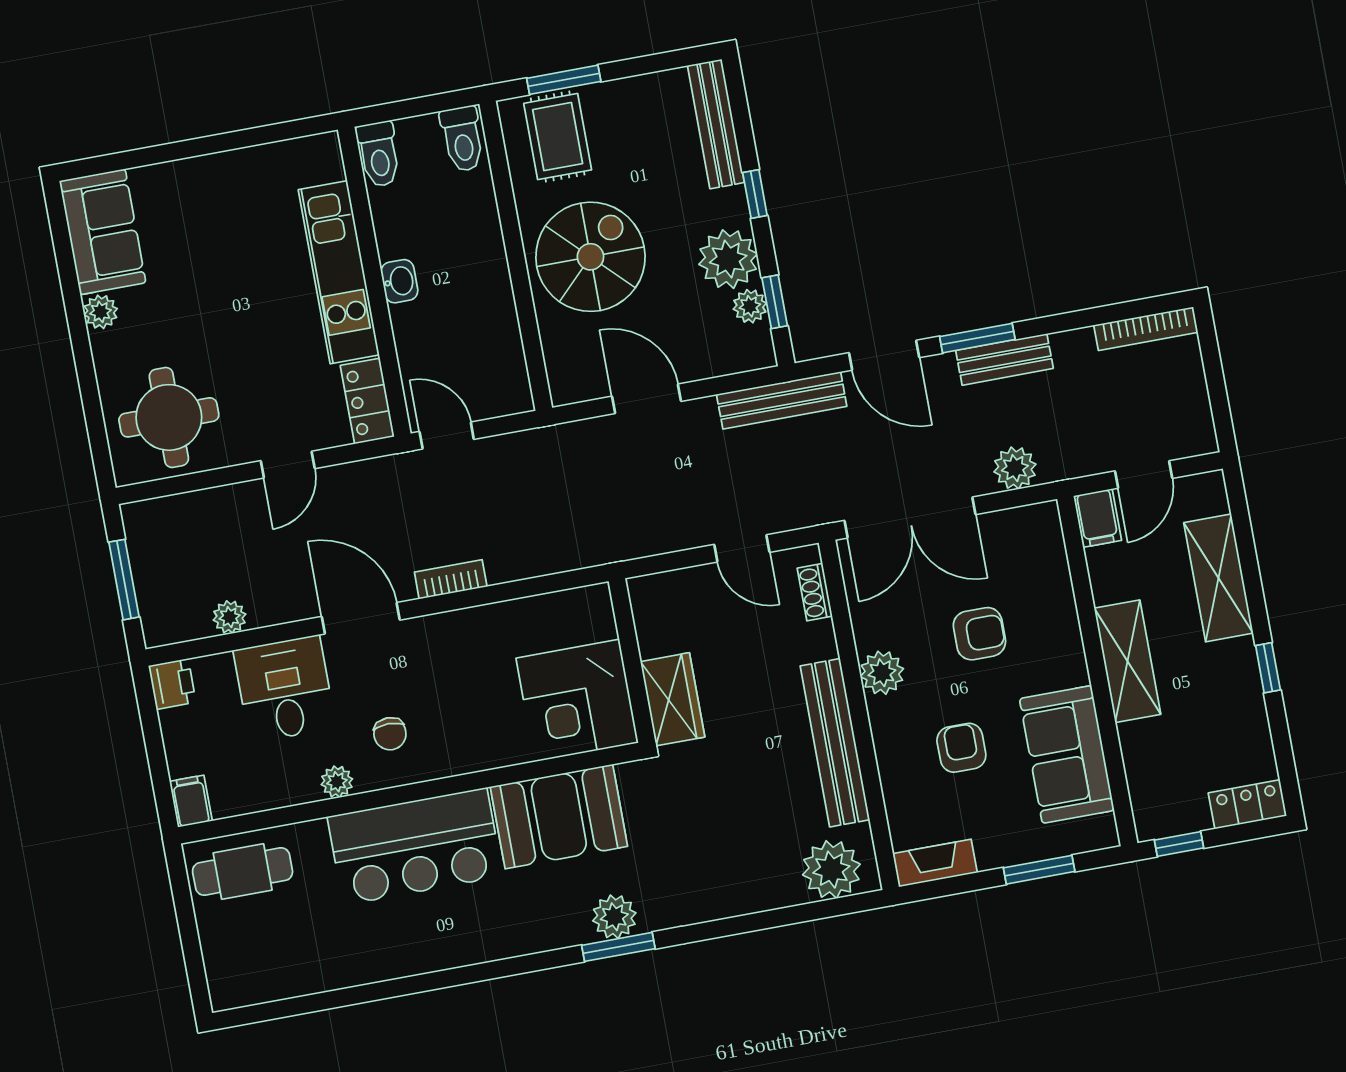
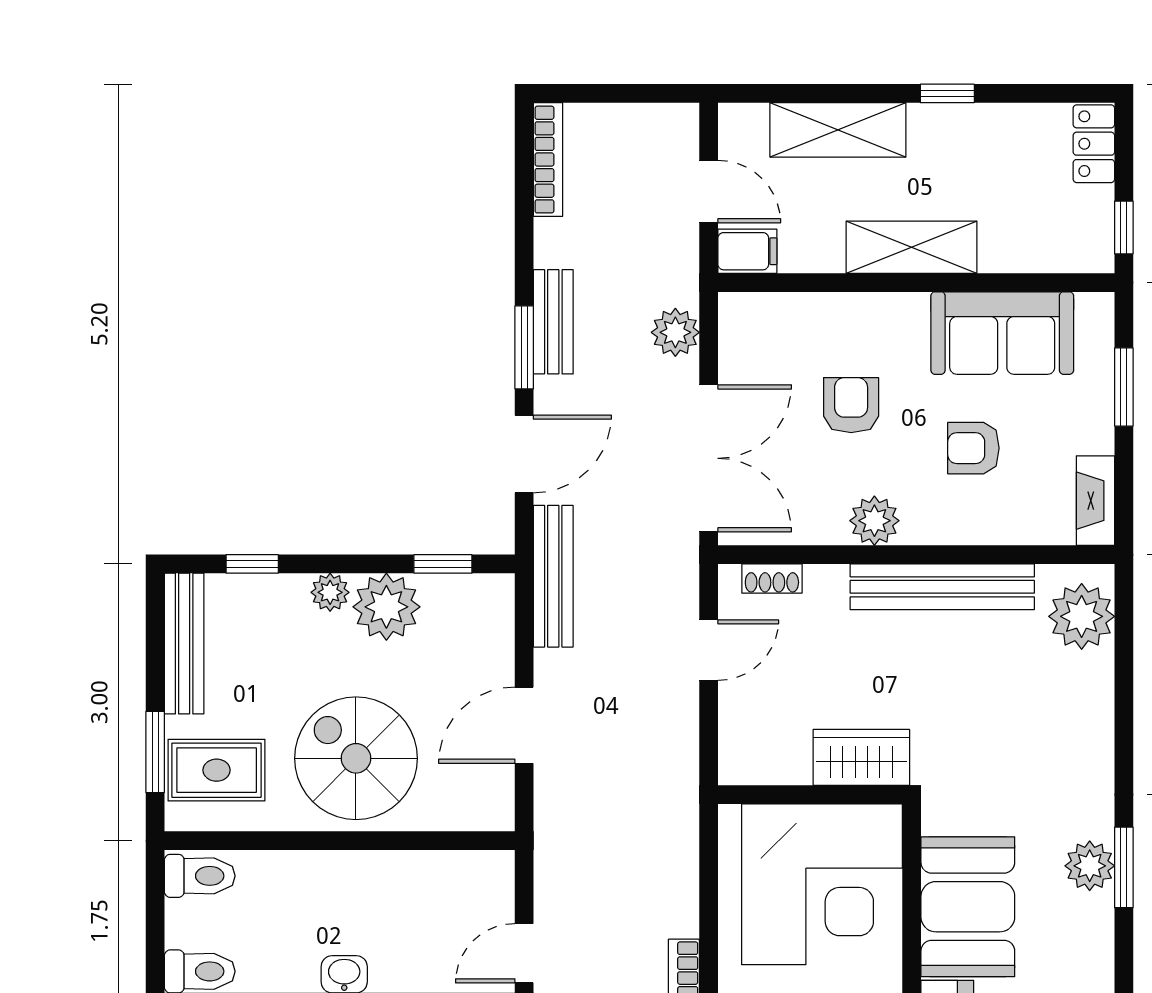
bench: (716, 124) -> (184, 644), moved, turned 90
window: (755, 194) -> (252, 564), moved
plant: (750, 306) -> (330, 592), moved
corner desk: (577, 700) -> (822, 884), width x1.36, depth x1.36

